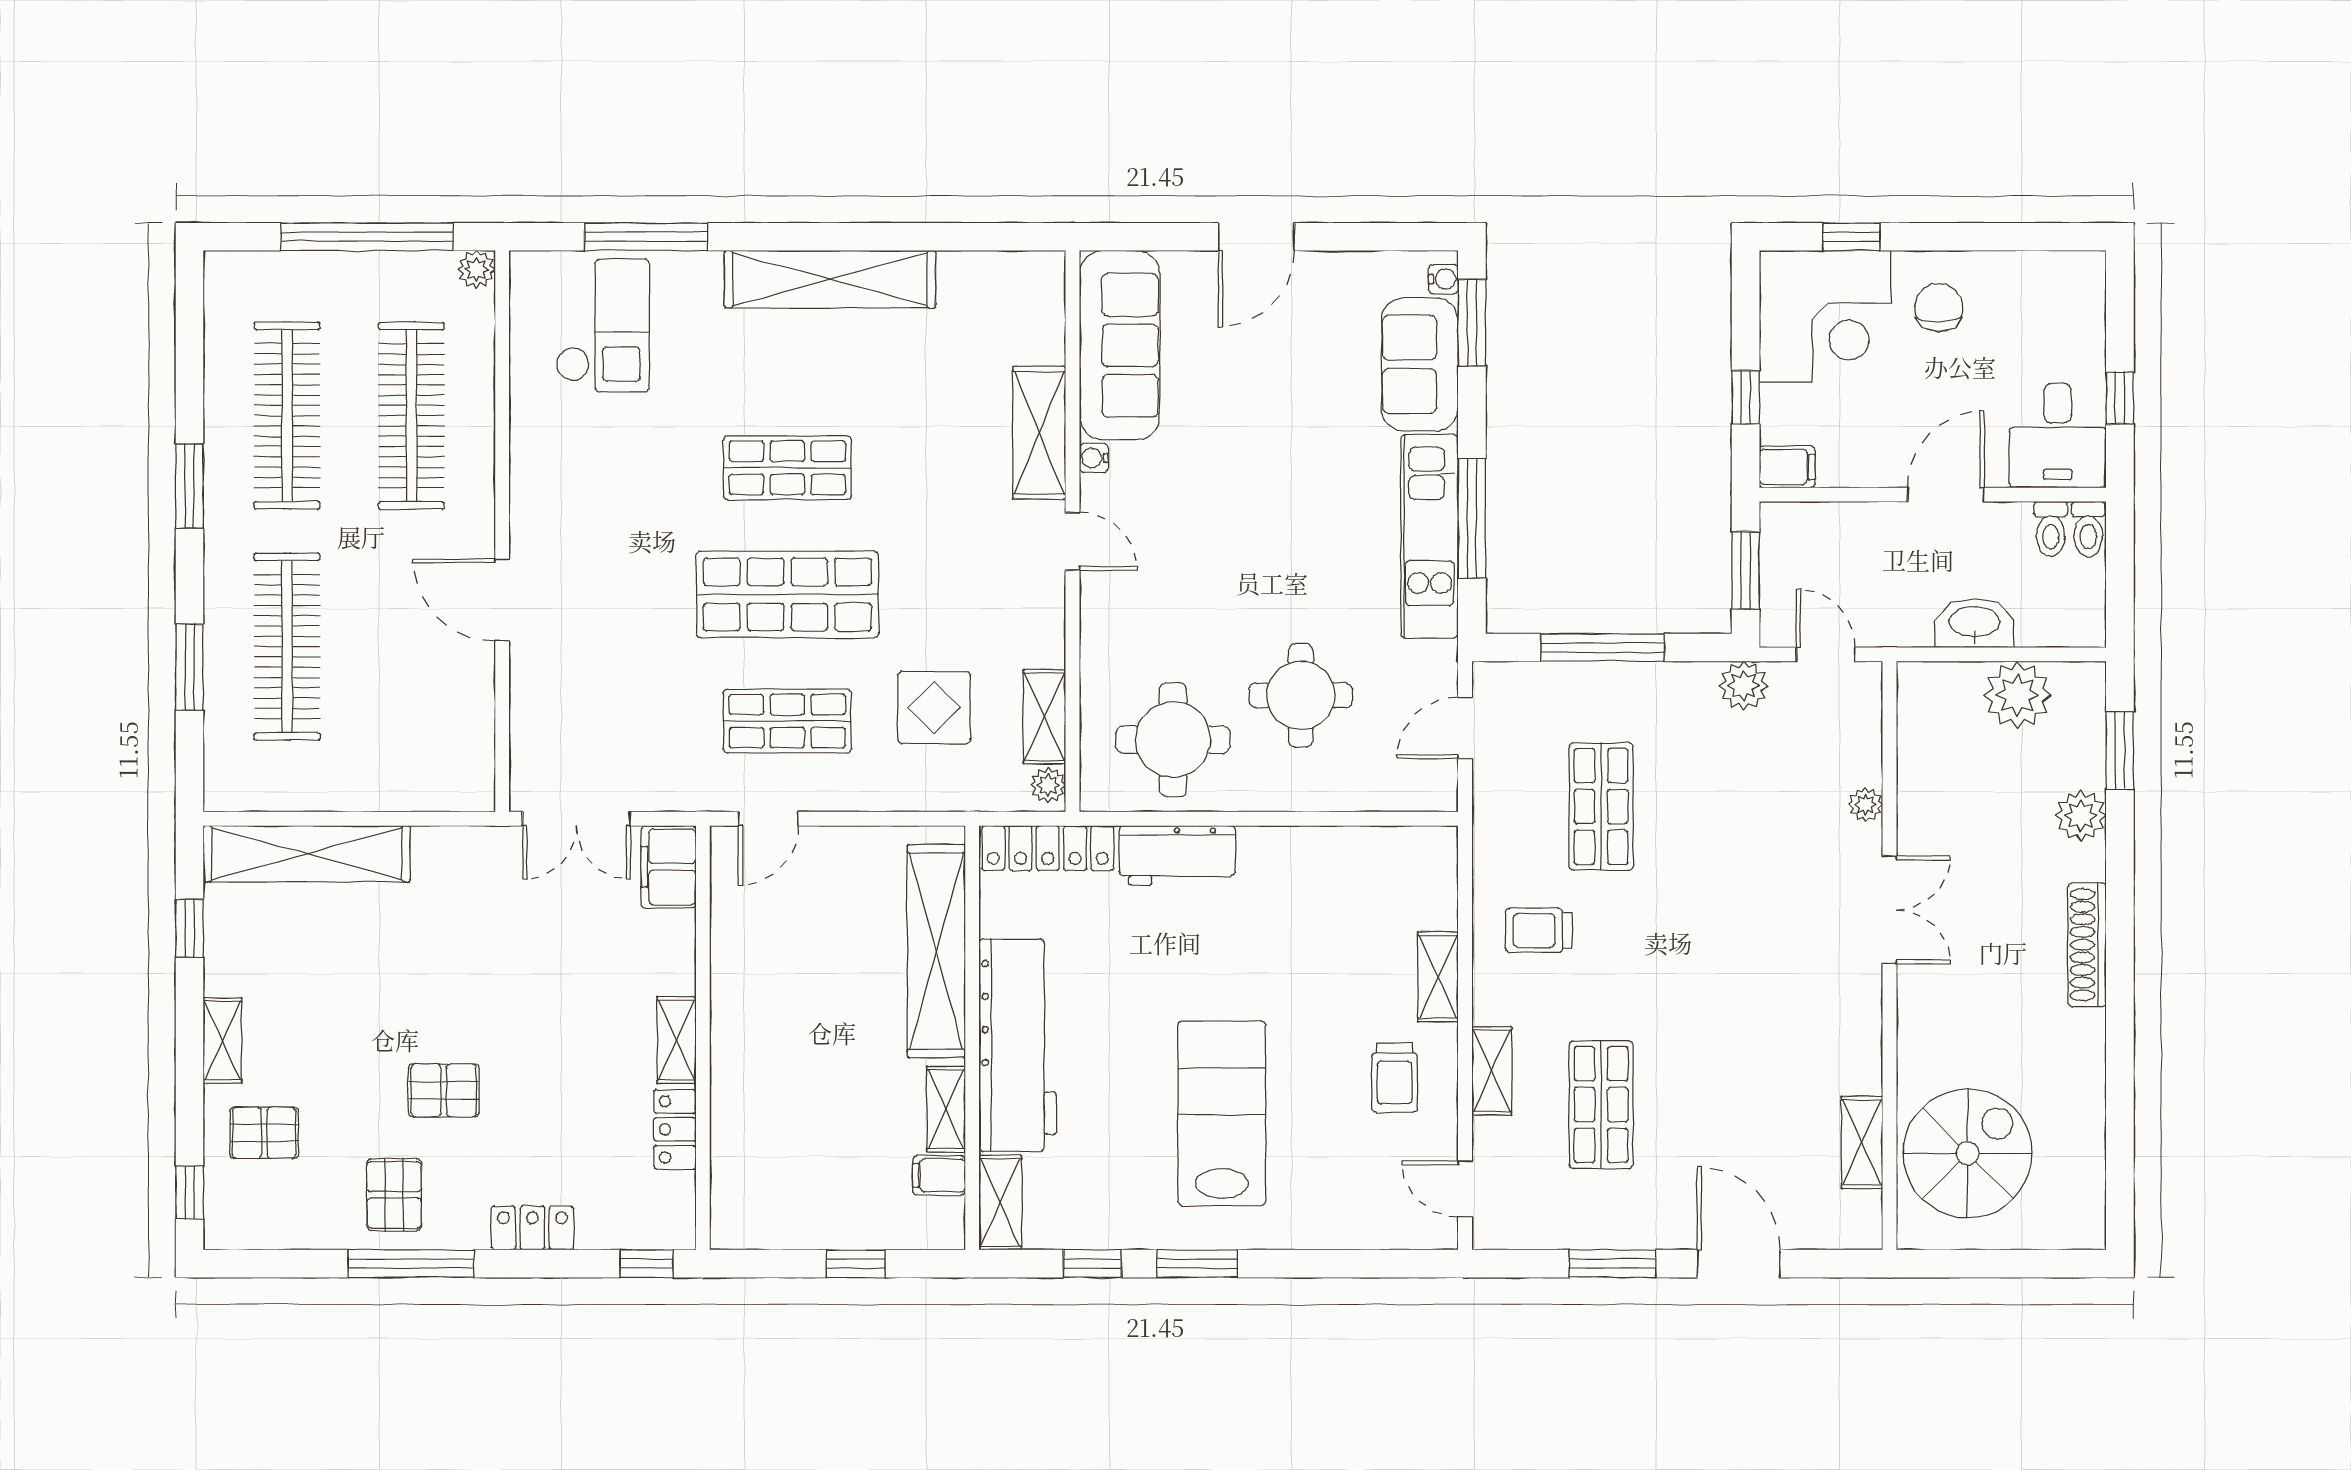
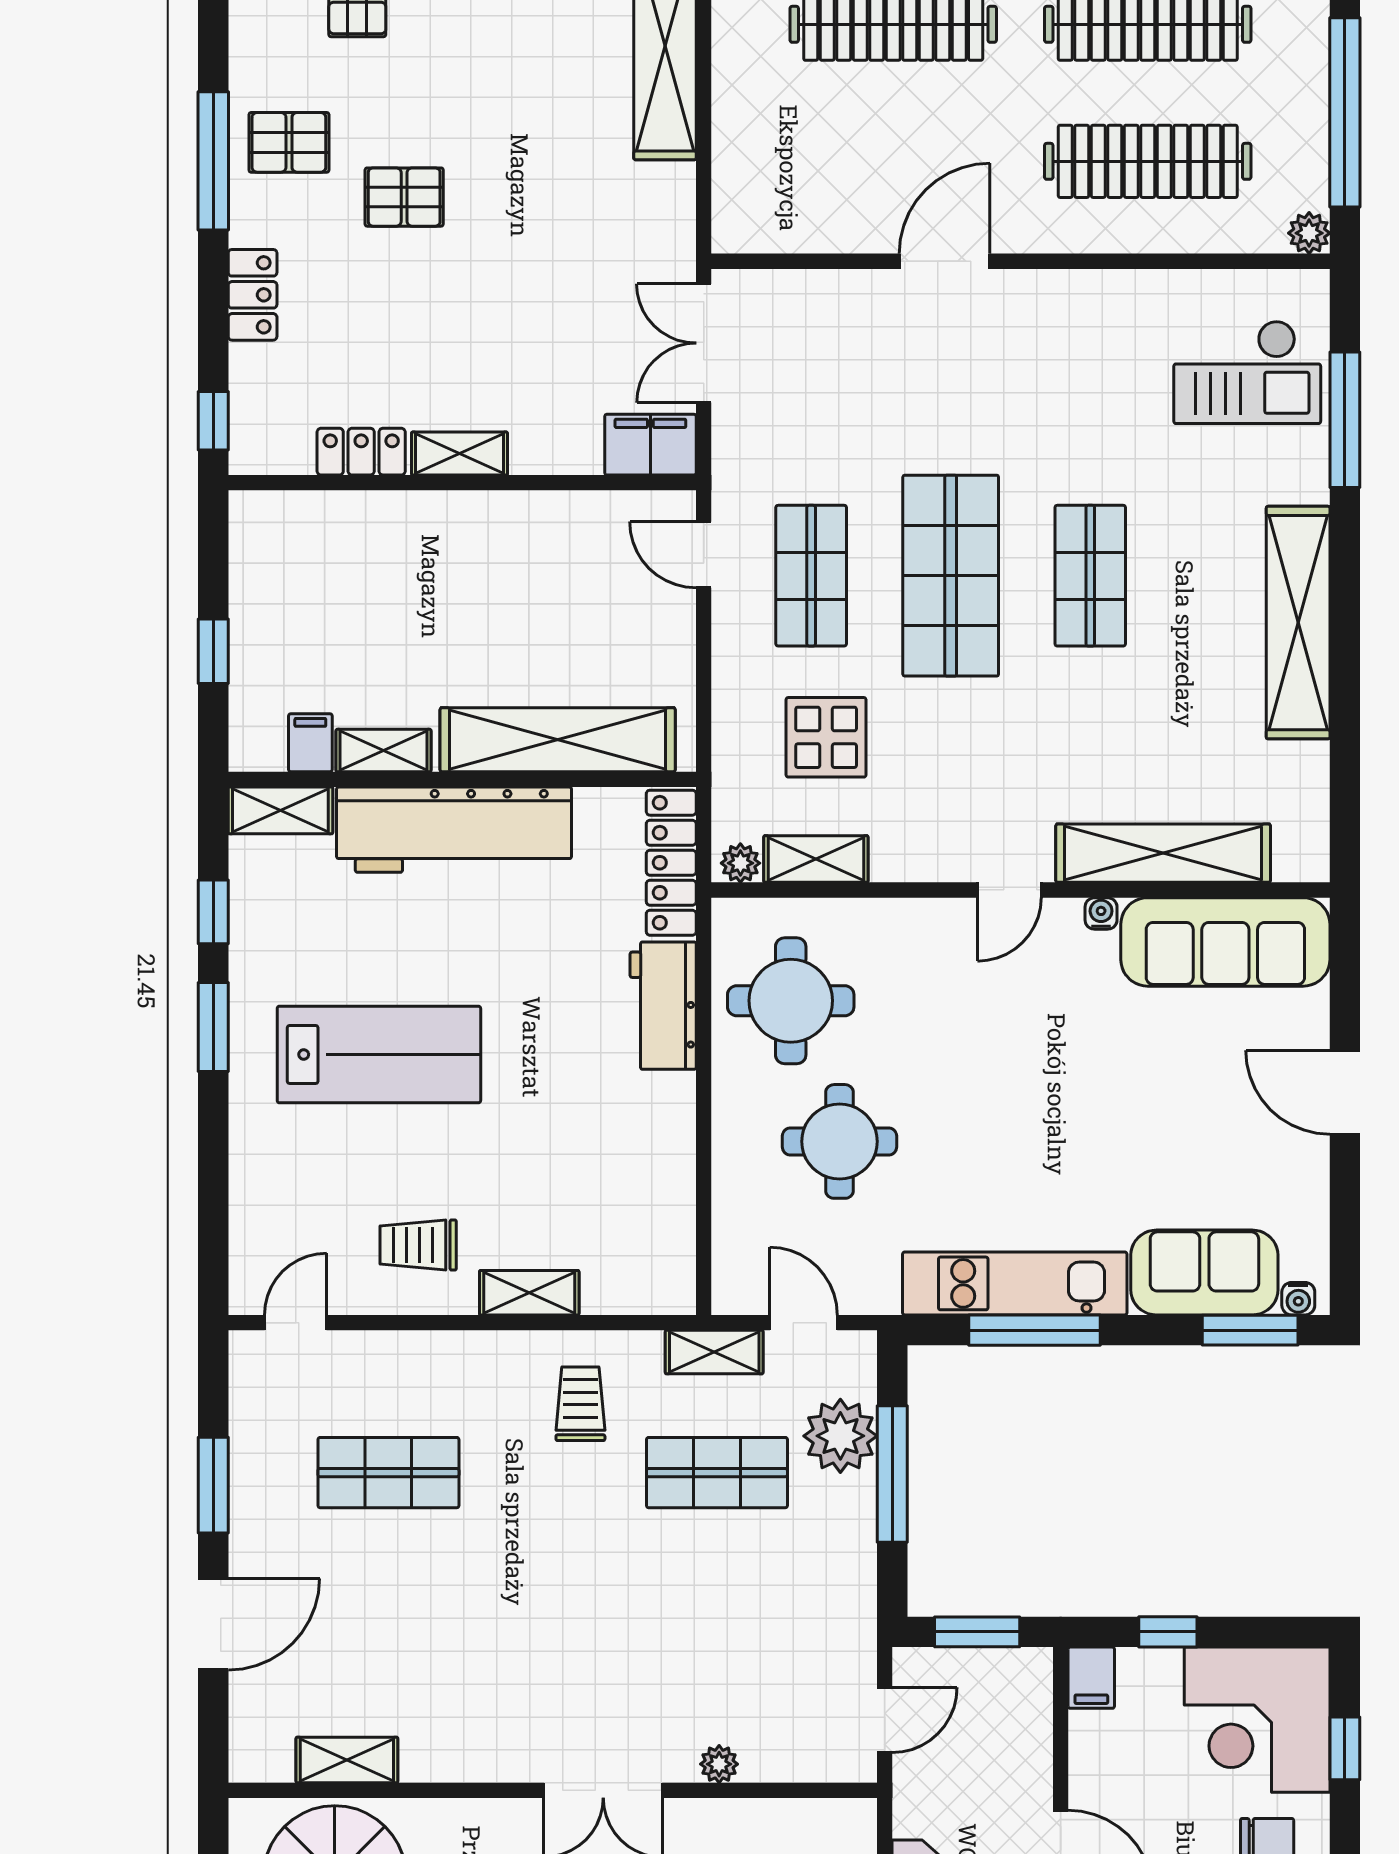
shelving: (1039, 433) -> (1163, 853), width x1.47
plant: (1744, 686) -> (840, 1436), moved, width x1.36, depth x1.36
shelving: (1492, 1071) -> (714, 1352), moved
pallet: (444, 1090) -> (404, 197), turned 90

